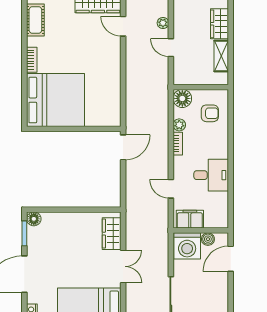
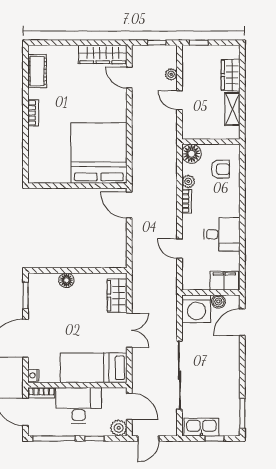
bed: (56, 100) -> (99, 153), moved, turned -90
door: (123, 147) -> (129, 205), swing flipped
floor lamp: (34, 219) -> (66, 280), moved
filing cabinet: (190, 219) -> (224, 281), moved

